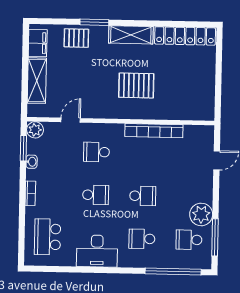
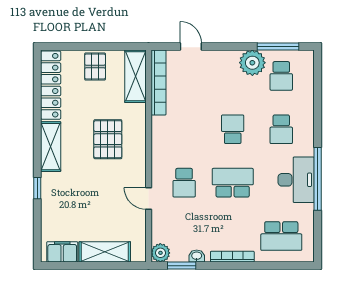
window: (94, 22) -> (37, 188), width x0.67
pallet: (76, 38) -> (95, 67), moved
shelving: (191, 111) -> (135, 76), added
door: (71, 120) -> (149, 198), moved
bookcase: (154, 131) -> (159, 82), moved
bookcase: (30, 193) -> (232, 257), width x1.56
school desk: (96, 195) -> (233, 183), width x1.85
window: (173, 272) -> (318, 179), moved

